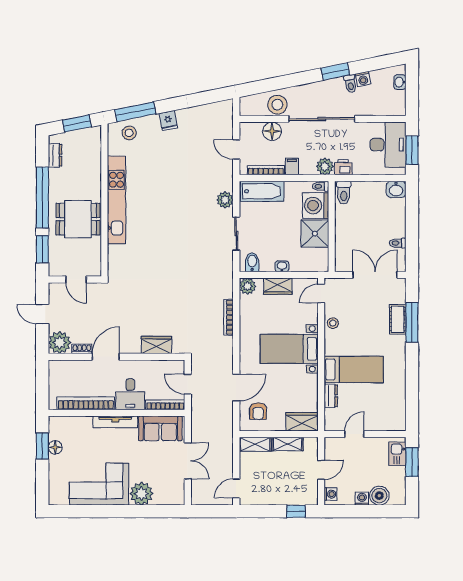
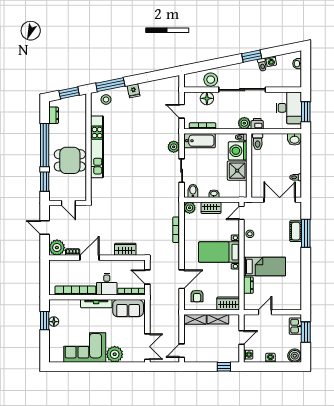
filing cabinet: (292, 166) -> (221, 123), removed
double door: (188, 461) -> (147, 347), moved
boiler: (379, 496) -> (295, 356), moved

